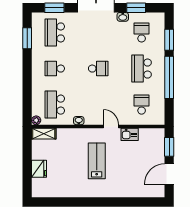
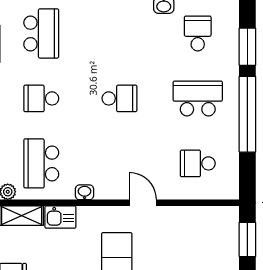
school desk: (55, 32) -> (41, 33), turned 180
school desk: (142, 69) -> (198, 98), turned 90
school desk: (142, 105) -> (198, 163), turned -90
kitchen sink: (130, 134) -> (60, 217), moved

